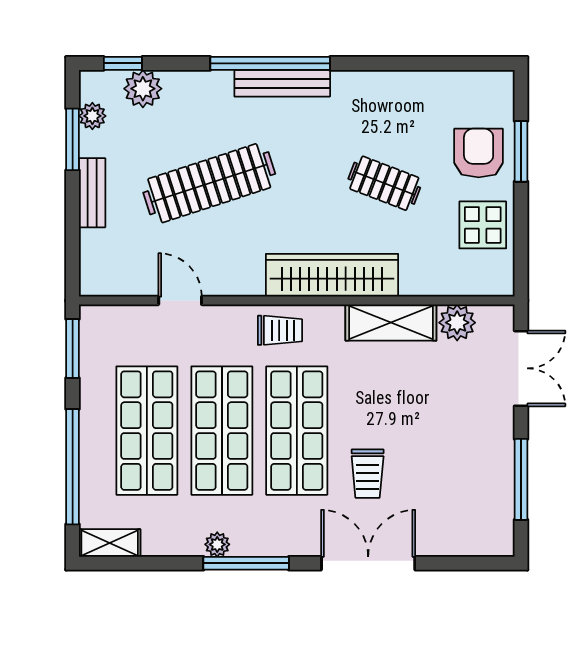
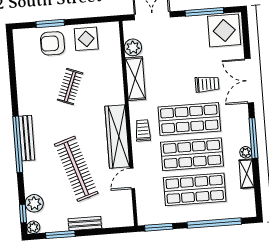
plant: (92, 116) -> (33, 227), moved
wardrobe: (332, 275) -> (117, 136), moved
display table: (478, 518) -> (224, 30), added
shelving: (110, 543) -> (247, 174), moved

